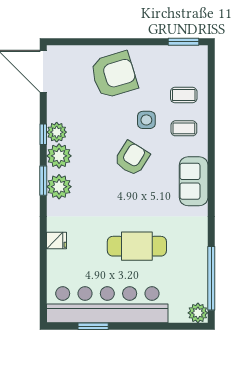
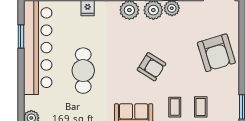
side table: (146, 120) -> (181, 78), removed

